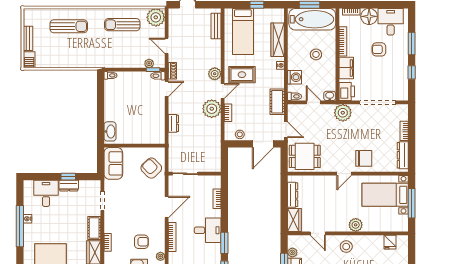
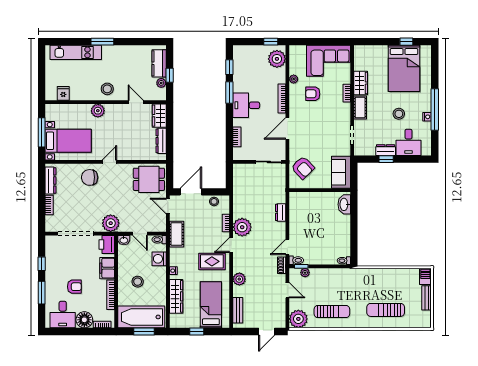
plant: (215, 74) -> (239, 279), moved
stool: (56, 222) -> (399, 114), added

